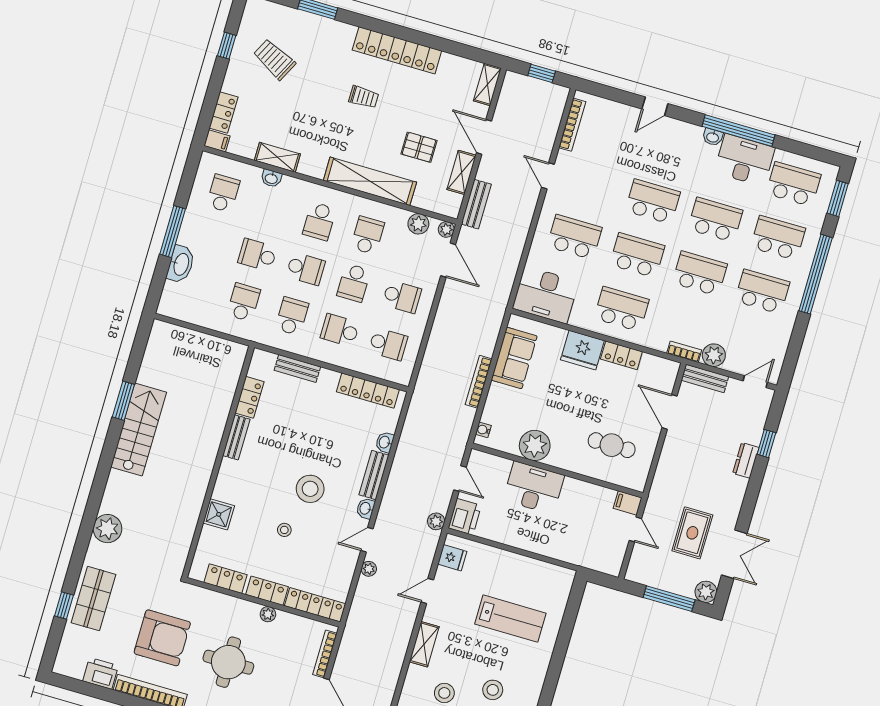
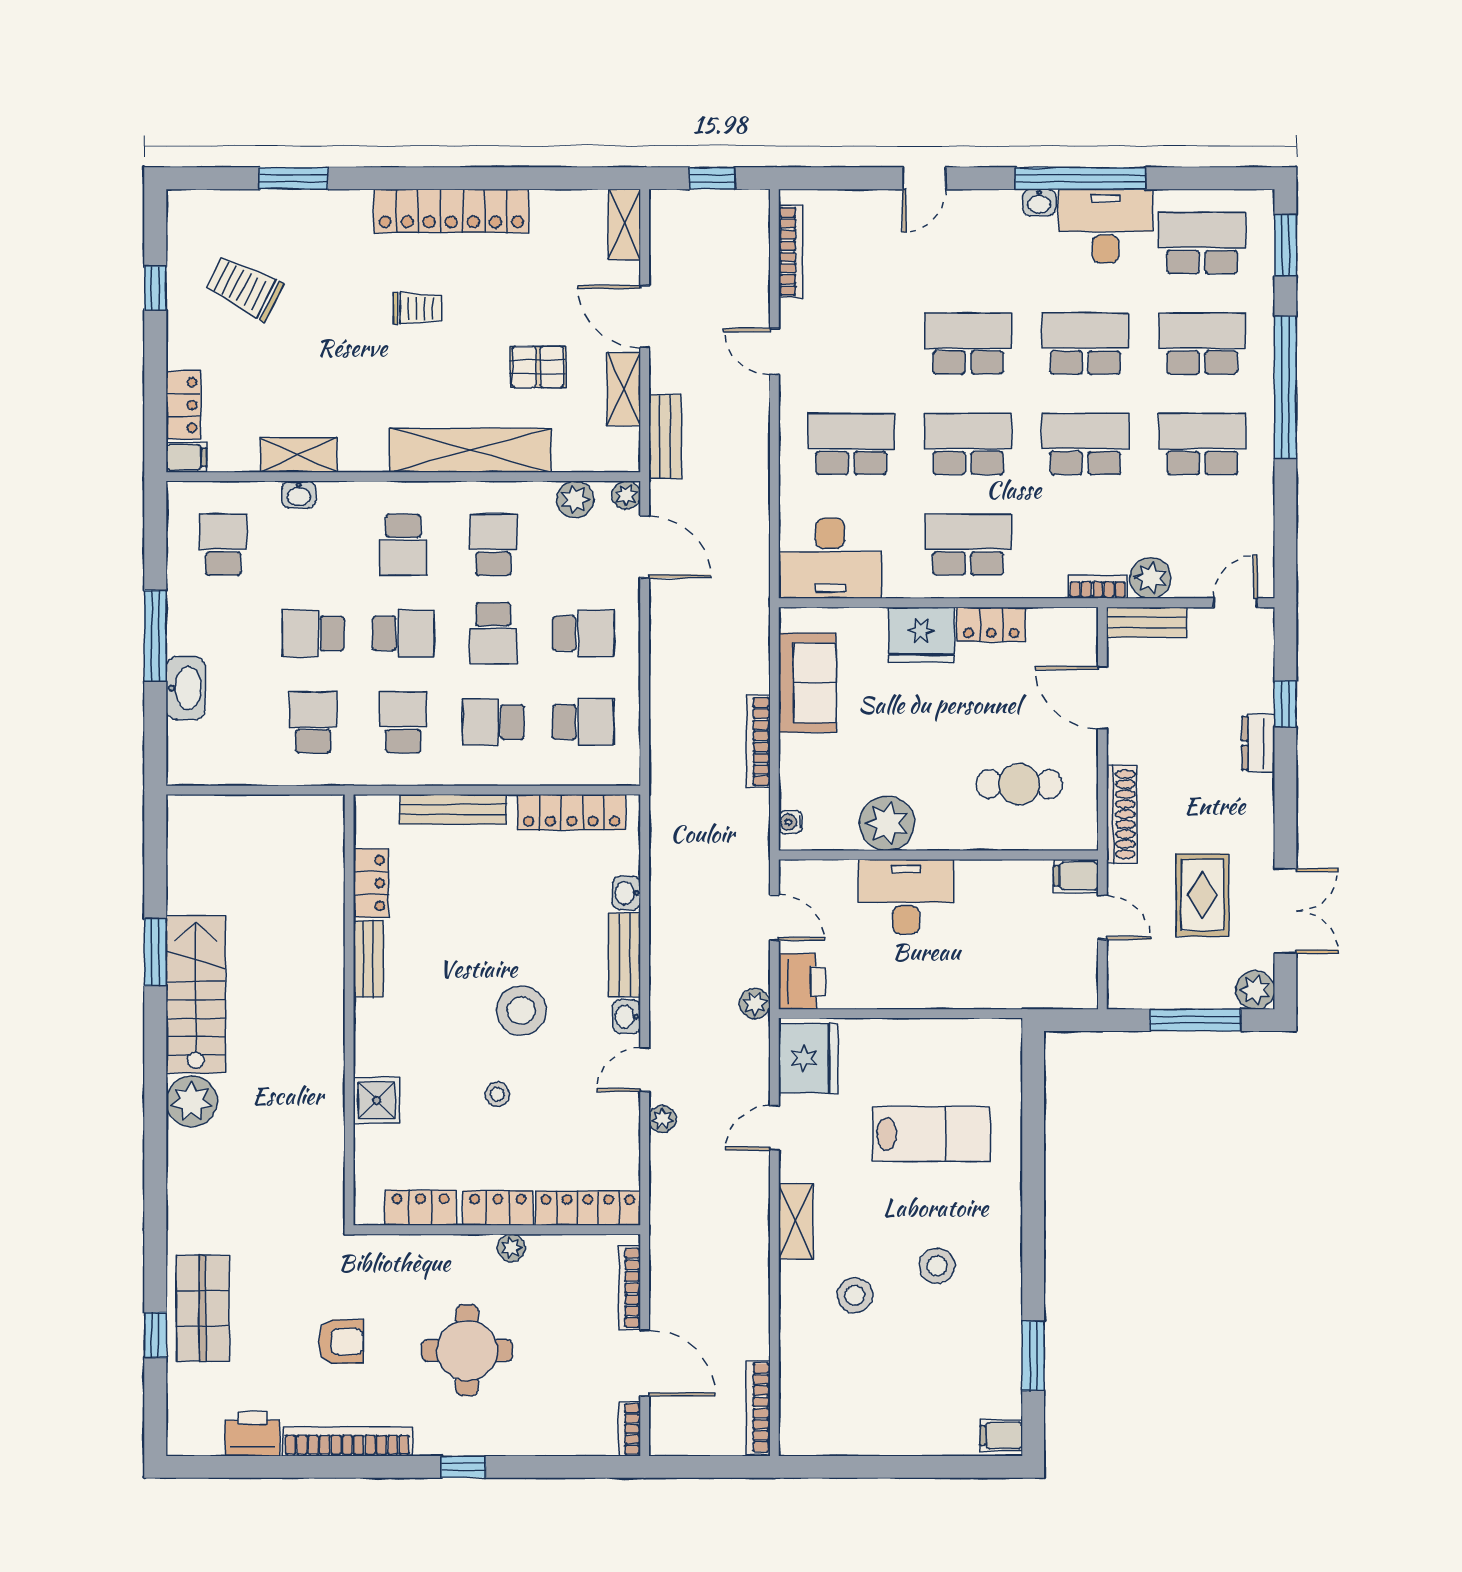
bench: (297, 368) -> (453, 809), width x1.36
shoe rack: (662, 477) -> (1122, 814), added
plant: (107, 529) -> (192, 1101), moved
fridge: (452, 558) -> (808, 1058), width x1.88, depth x1.34
armchair: (162, 638) -> (341, 1342), width x0.53, depth x0.53

